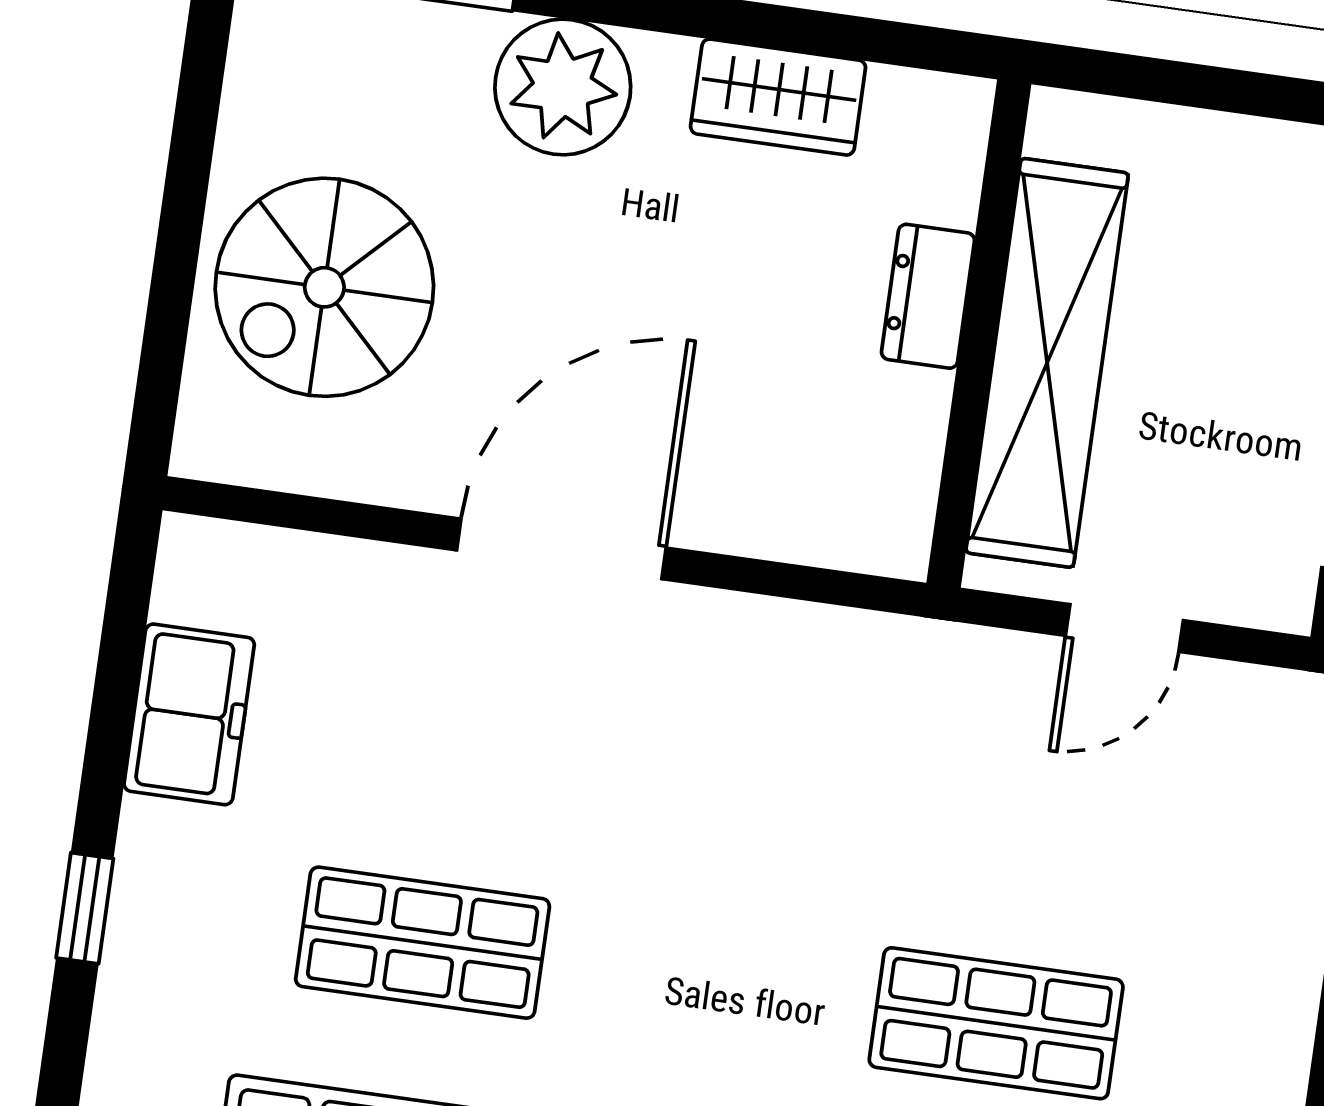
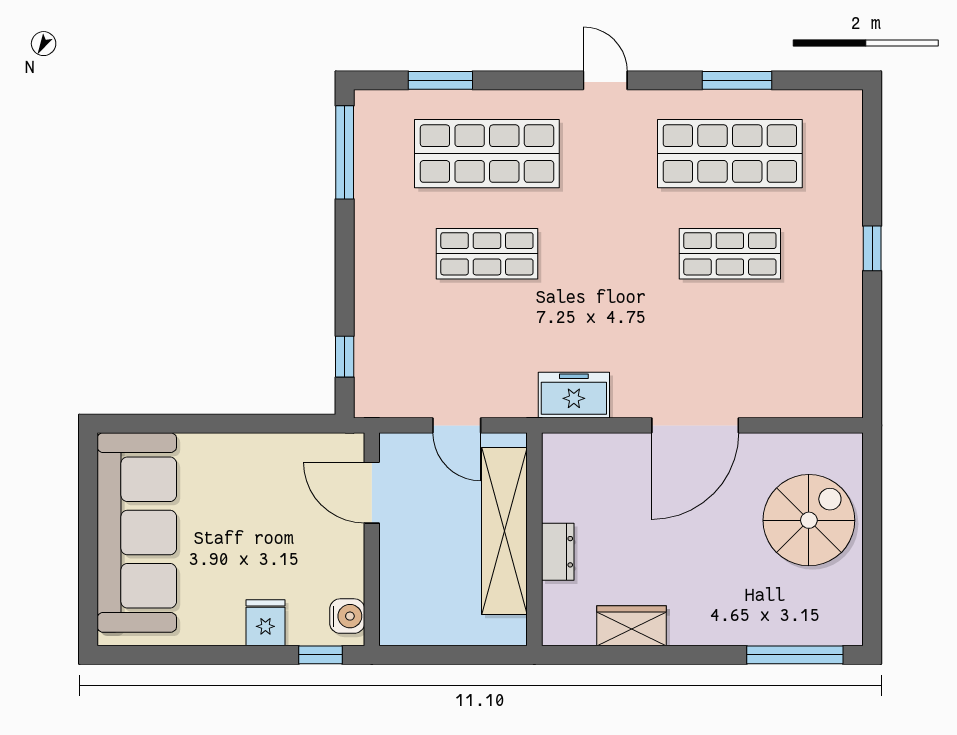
plant: (563, 87) -> (722, 617), removed
door: (1124, 628) -> (457, 425), swing flipped
freezer: (189, 714) -> (574, 395), moved, turned 90

